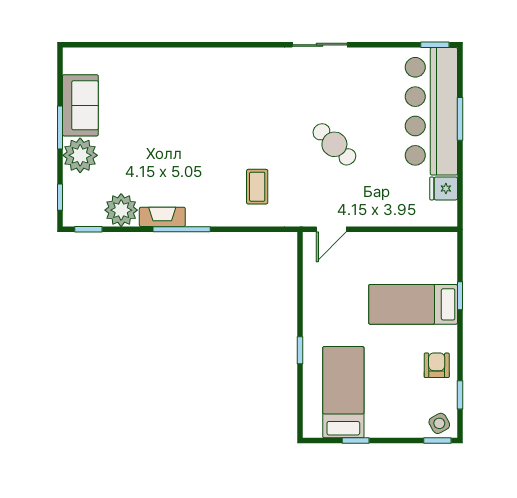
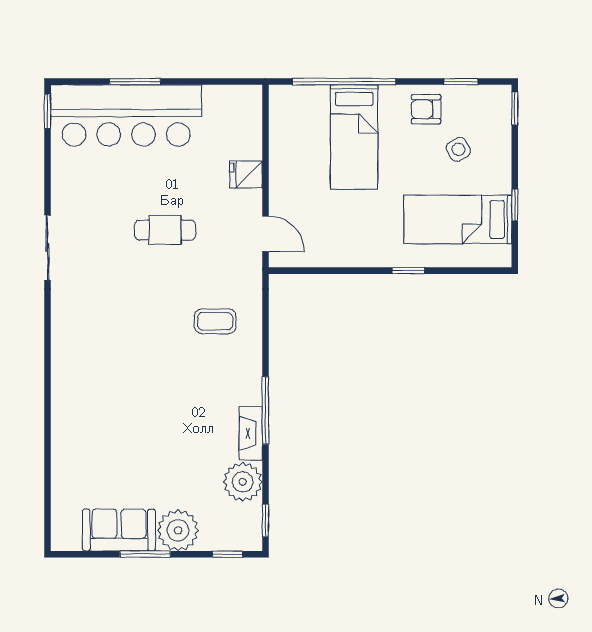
cafe table: (334, 144) -> (165, 230), turned 46
fridge: (444, 188) -> (246, 175), moved, turned 90
window: (460, 296) -> (344, 82), width x3.17
side table: (439, 423) -> (458, 149), moved

